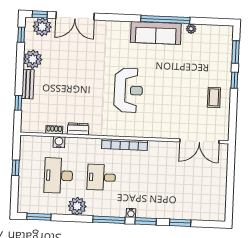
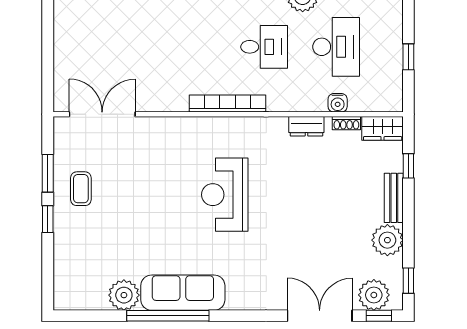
plant: (191, 29) -> (124, 295), width x1.88, depth x1.88
window: (236, 52) -> (48, 173), moved
wardrobe: (33, 126) -> (383, 128), added

